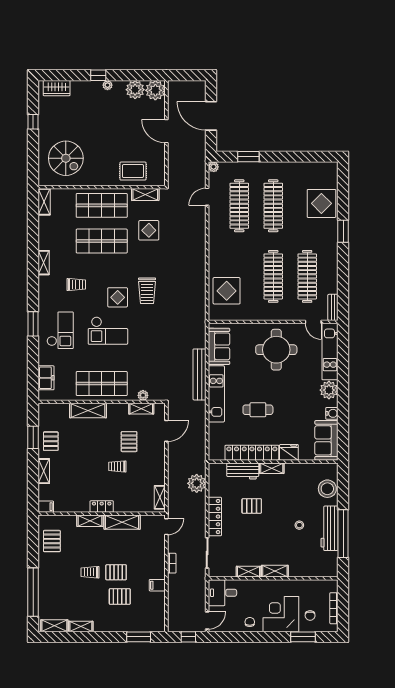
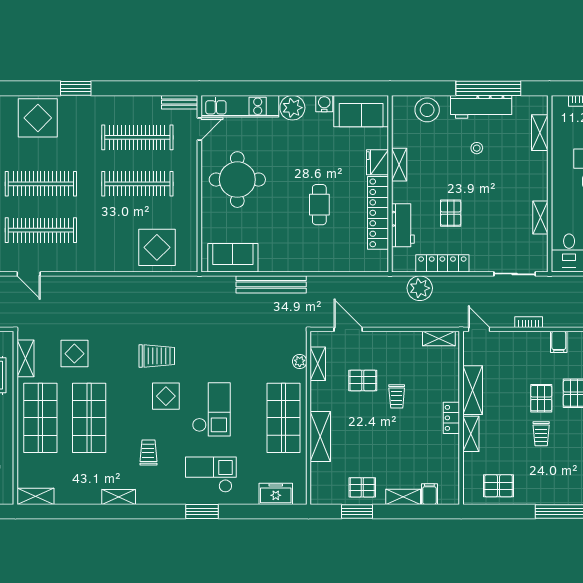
kitchen unit: (216, 394) -> (298, 261), removed
shelving: (272, 468) -> (399, 165), moved
filing cabinet: (46, 507) -> (429, 494), moved
locker: (215, 517) -> (442, 263), moved
shelving: (275, 571) -> (540, 133), moved

